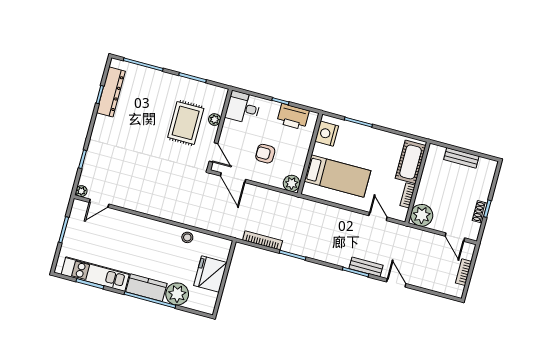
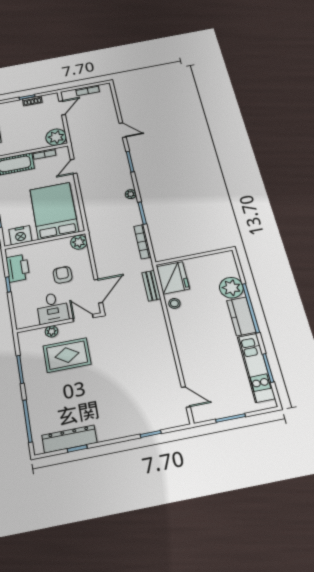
desk: (243, 107) -> (52, 308), moved
door: (213, 152) -> (83, 318), hinge flipped
armchair: (265, 154) -> (63, 275), turned 180
bed: (337, 176) -> (54, 211), width x1.50
plant: (81, 191) -> (131, 194), moved
bench: (366, 267) -> (151, 286), moved
fridge: (210, 274) -> (173, 278), moved, turned -90
door: (396, 283) -> (123, 130), swing flipped

